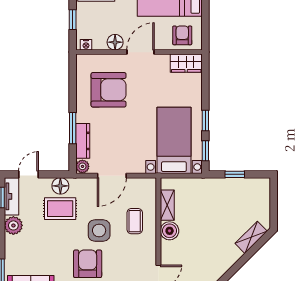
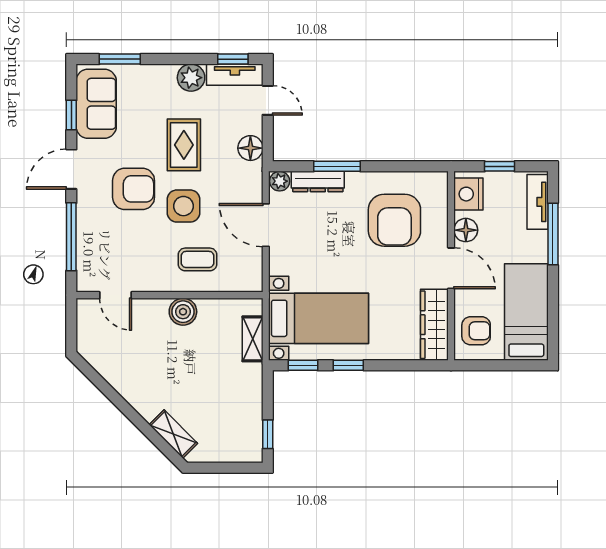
nightstand: (86, 45) -> (468, 194), width x1.89, depth x1.79
wardrobe: (186, 63) -> (434, 325), width x1.50
window: (235, 174) -> (268, 434), moved
shelving: (167, 205) -> (253, 339), moved, turned 90
rug: (60, 209) -> (184, 145), moved

